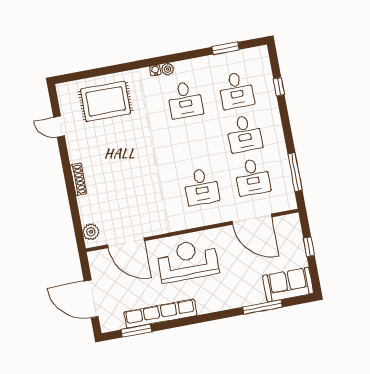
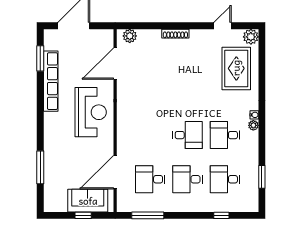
plant: (66, 91) -> (251, 37), added
desk: (201, 187) -> (188, 135), moved, turned 180
sofa: (288, 284) -> (88, 201), moved, turned -90

